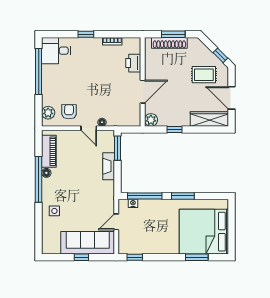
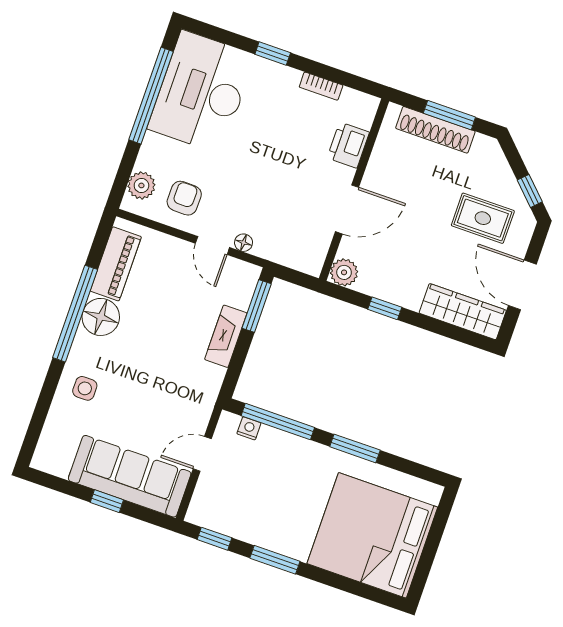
desk: (56, 51) -> (201, 92), width x1.87, depth x1.30
floor lamp: (46, 173) -> (101, 317), width x1.89, depth x1.89
window: (197, 257) -> (275, 560), moved

